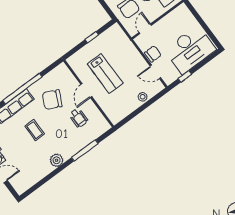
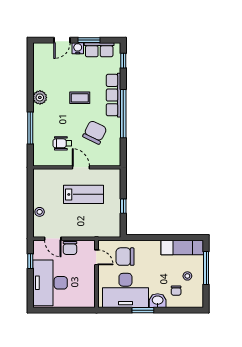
door: (155, 72) -> (53, 239), swing flipped
lab bench: (105, 73) -> (84, 194), turned 180

